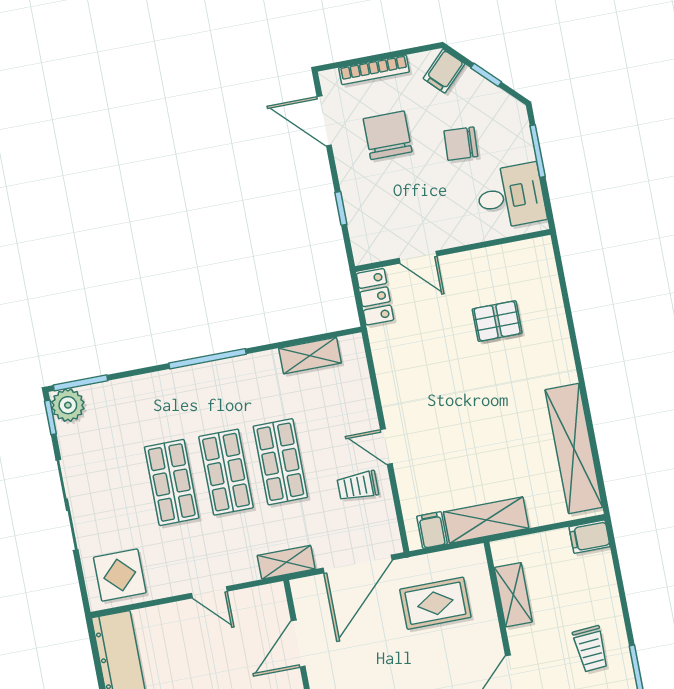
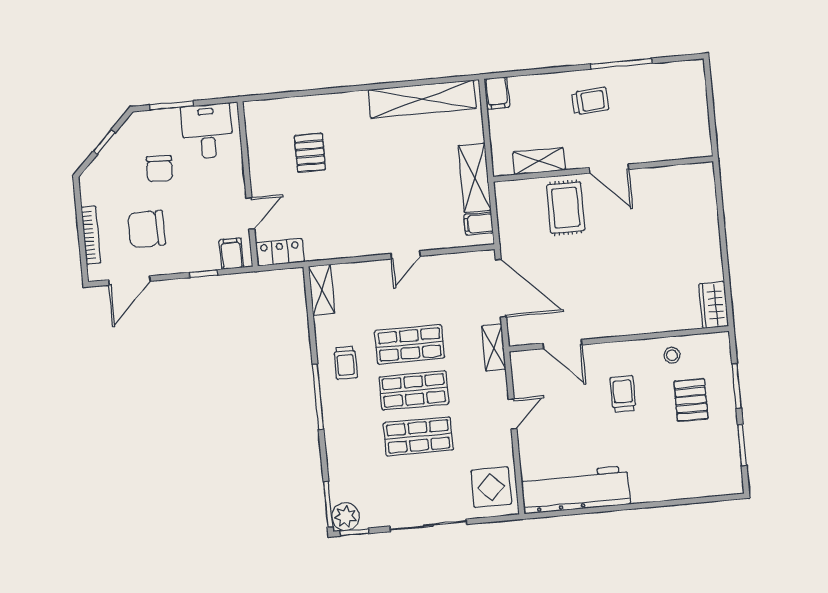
filing cabinet: (444, 71) -> (231, 254), moved, turned -135
shelving: (310, 356) -> (322, 290), moved
trolley: (358, 486) -> (346, 363), moved
rug: (435, 603) -> (566, 208), moved

